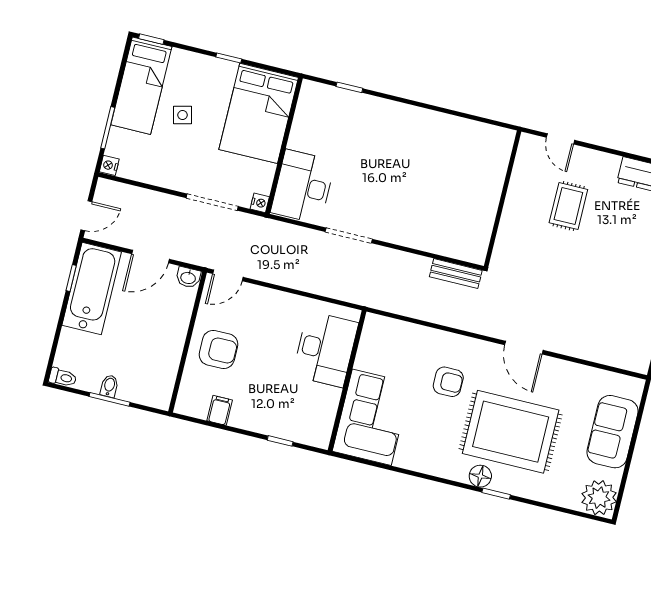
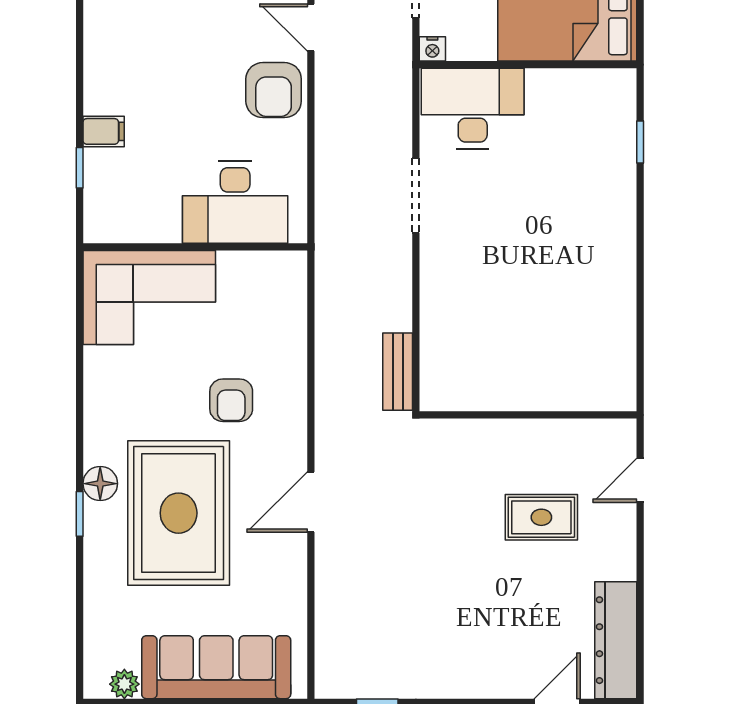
armchair: (218, 349) -> (274, 90), moved
filing cabinet: (220, 410) -> (104, 131), moved
sofa: (612, 432) -> (216, 667), width x1.36
plant: (599, 498) -> (124, 684), width x0.53, depth x0.53

